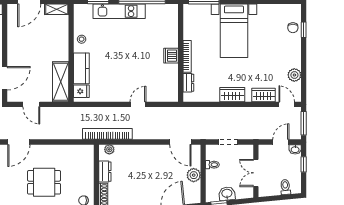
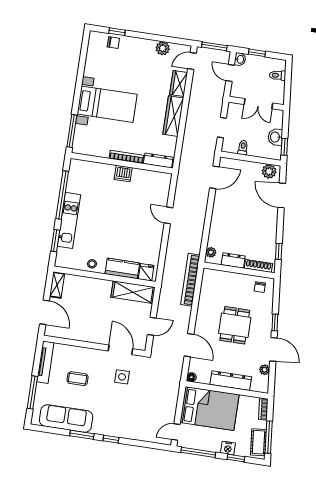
dresser: (188, 83) -> (158, 160), width x1.44
wardrobe: (232, 95) -> (173, 116), width x1.50
bookcase: (107, 134) -> (190, 280), moved
plant: (194, 175) -> (269, 171), moved

